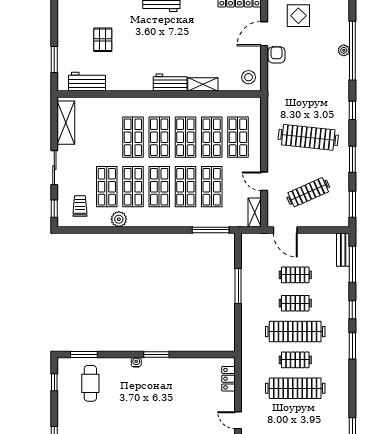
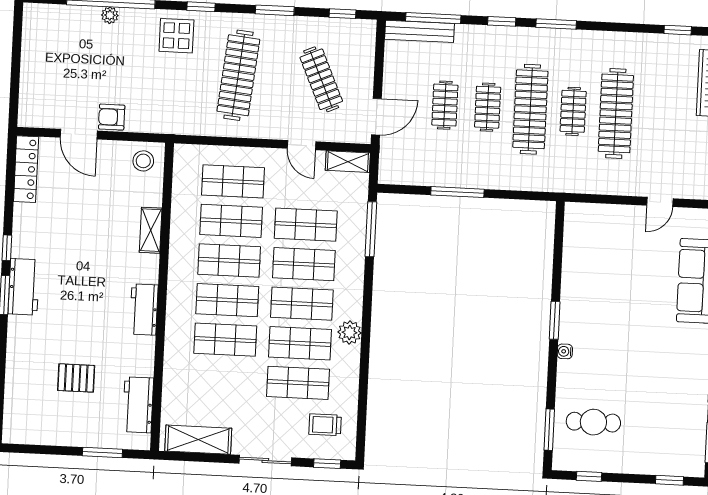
display table: (298, 16) -> (176, 36), moved
workbench: (170, 82) -> (144, 309), moved
door: (264, 181) -> (301, 145), hinge flipped
window: (352, 204) -> (343, 14), width x0.67
plant: (119, 219) -> (350, 332), moved
bench: (343, 250) -> (419, 31), width x1.36
locker: (229, 379) -> (597, 213), removed

